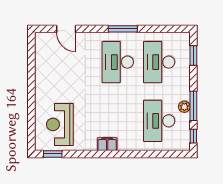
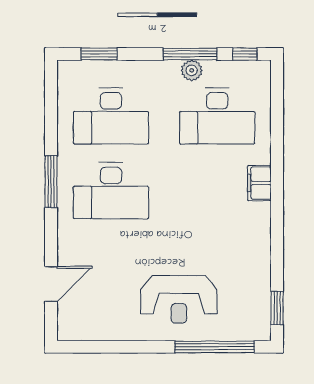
window: (31, 119) -> (214, 347), added
reception desk: (60, 124) -> (179, 299), moved
filing cabinet: (107, 144) -> (259, 183), moved

